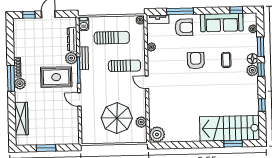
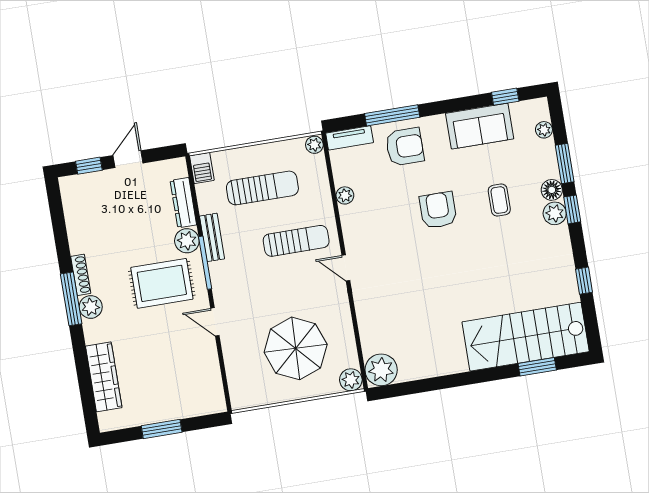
sofa: (222, 23) -> (480, 126), width x0.73
plant: (141, 122) -> (351, 380), moved

